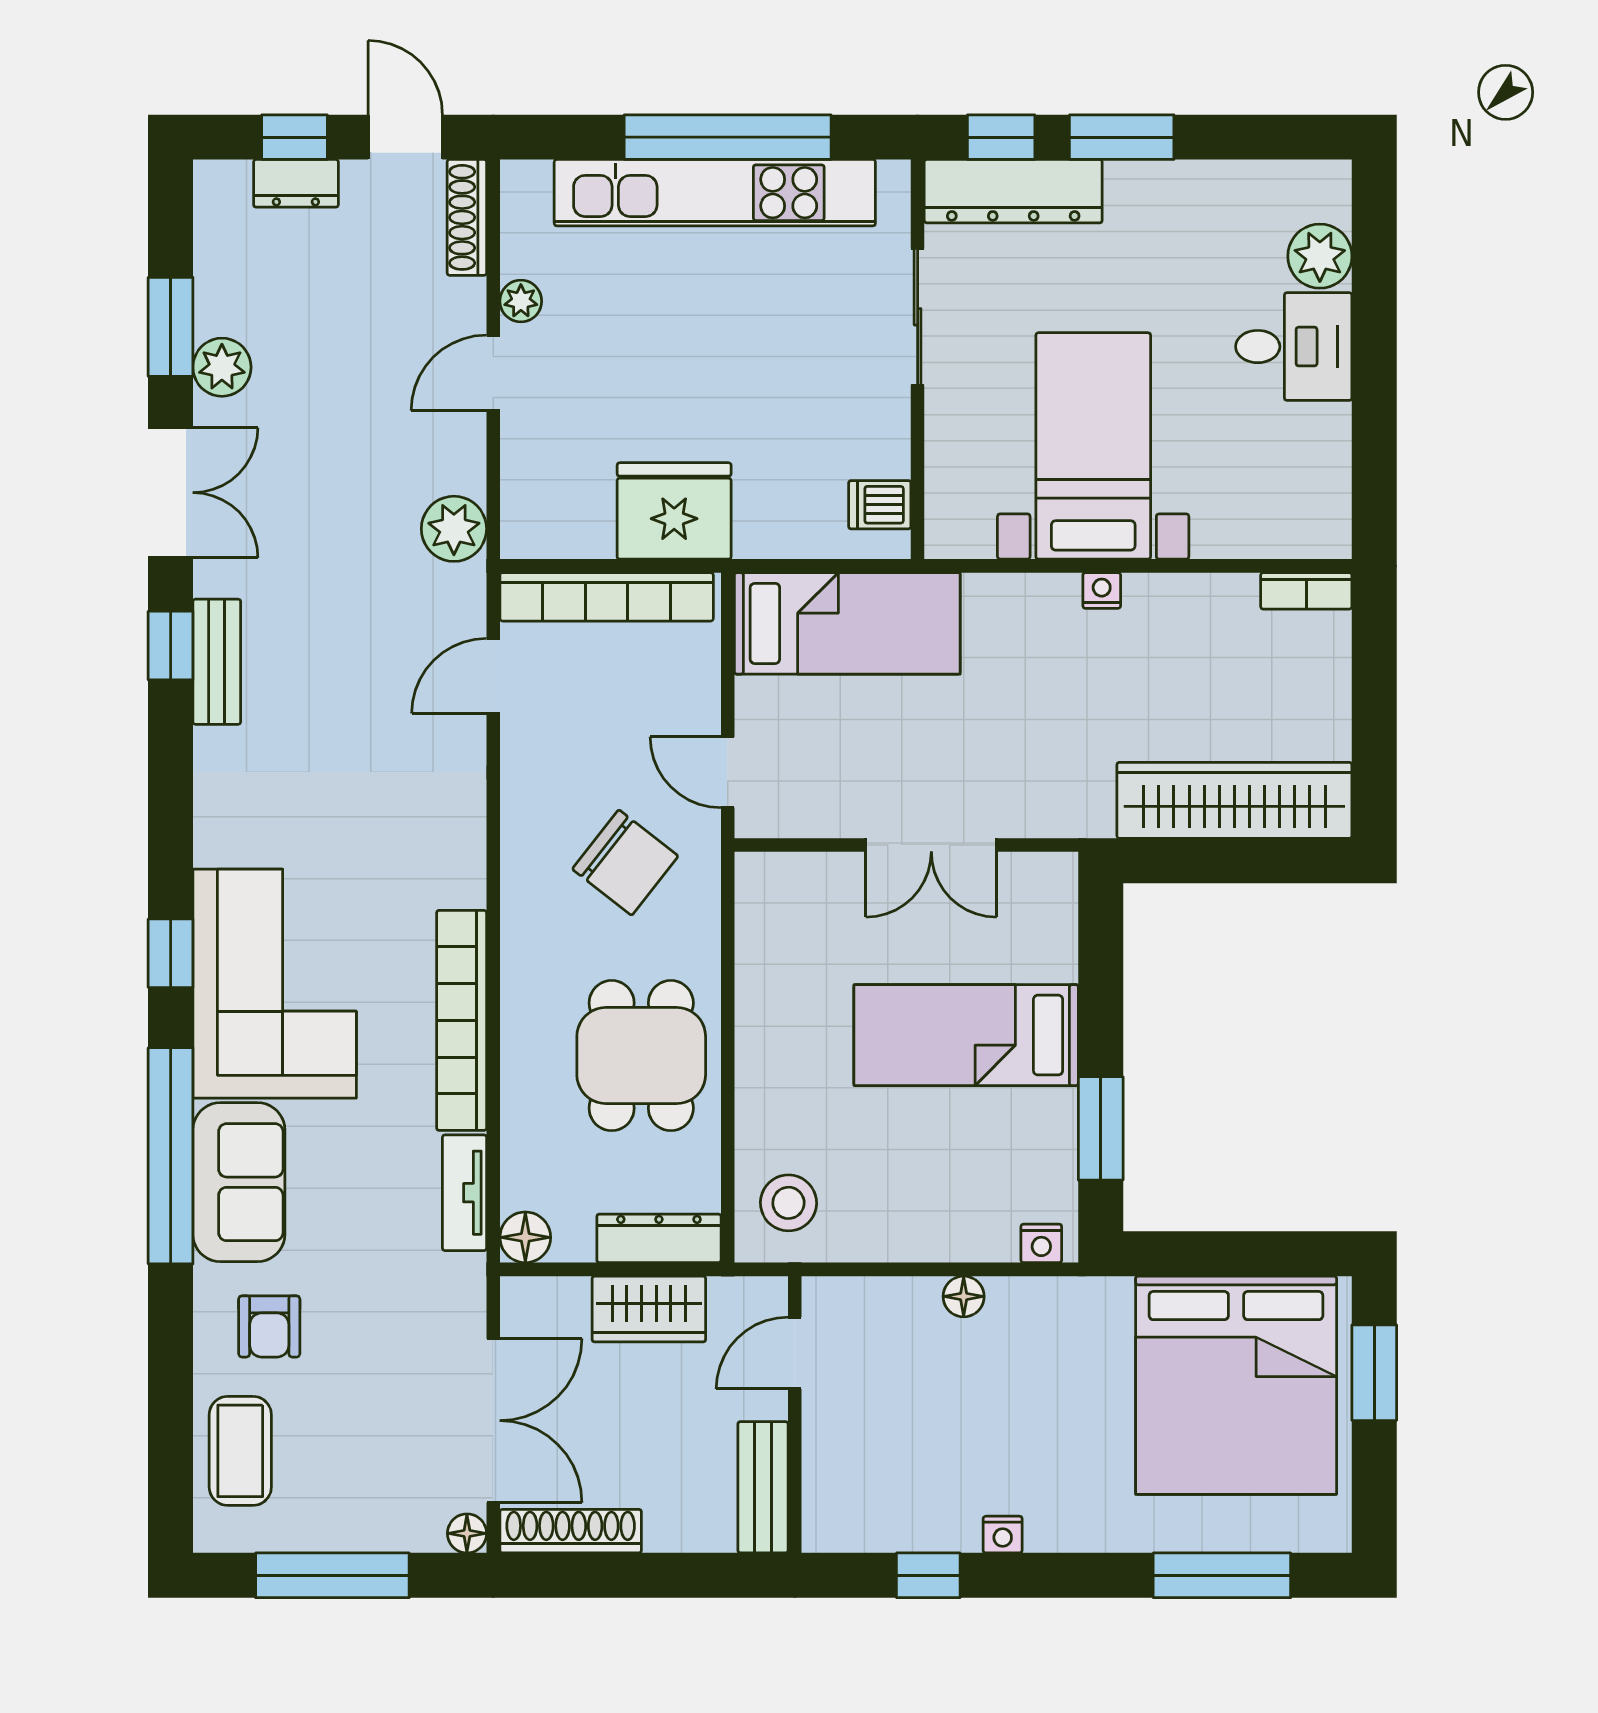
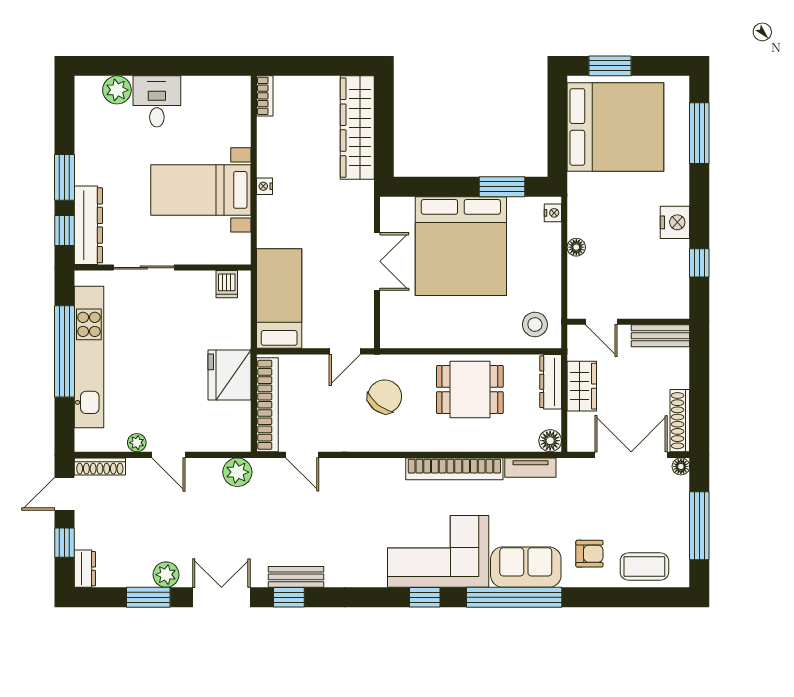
dresser: (296, 183) -> (85, 569), moved
bed: (966, 1035) -> (461, 246), width x2.04
nightstand: (1003, 1535) -> (675, 222), width x1.89, depth x1.79

